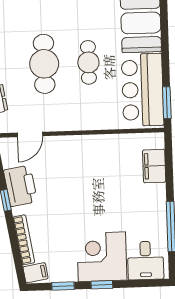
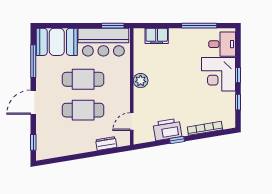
cafe table: (88, 62) -> (83, 79), width x1.37, depth x1.35
door: (30, 134) -> (132, 122), swing flipped
plant: (89, 145) -> (141, 81), added
filing cabinet: (35, 273) -> (228, 121), removed

